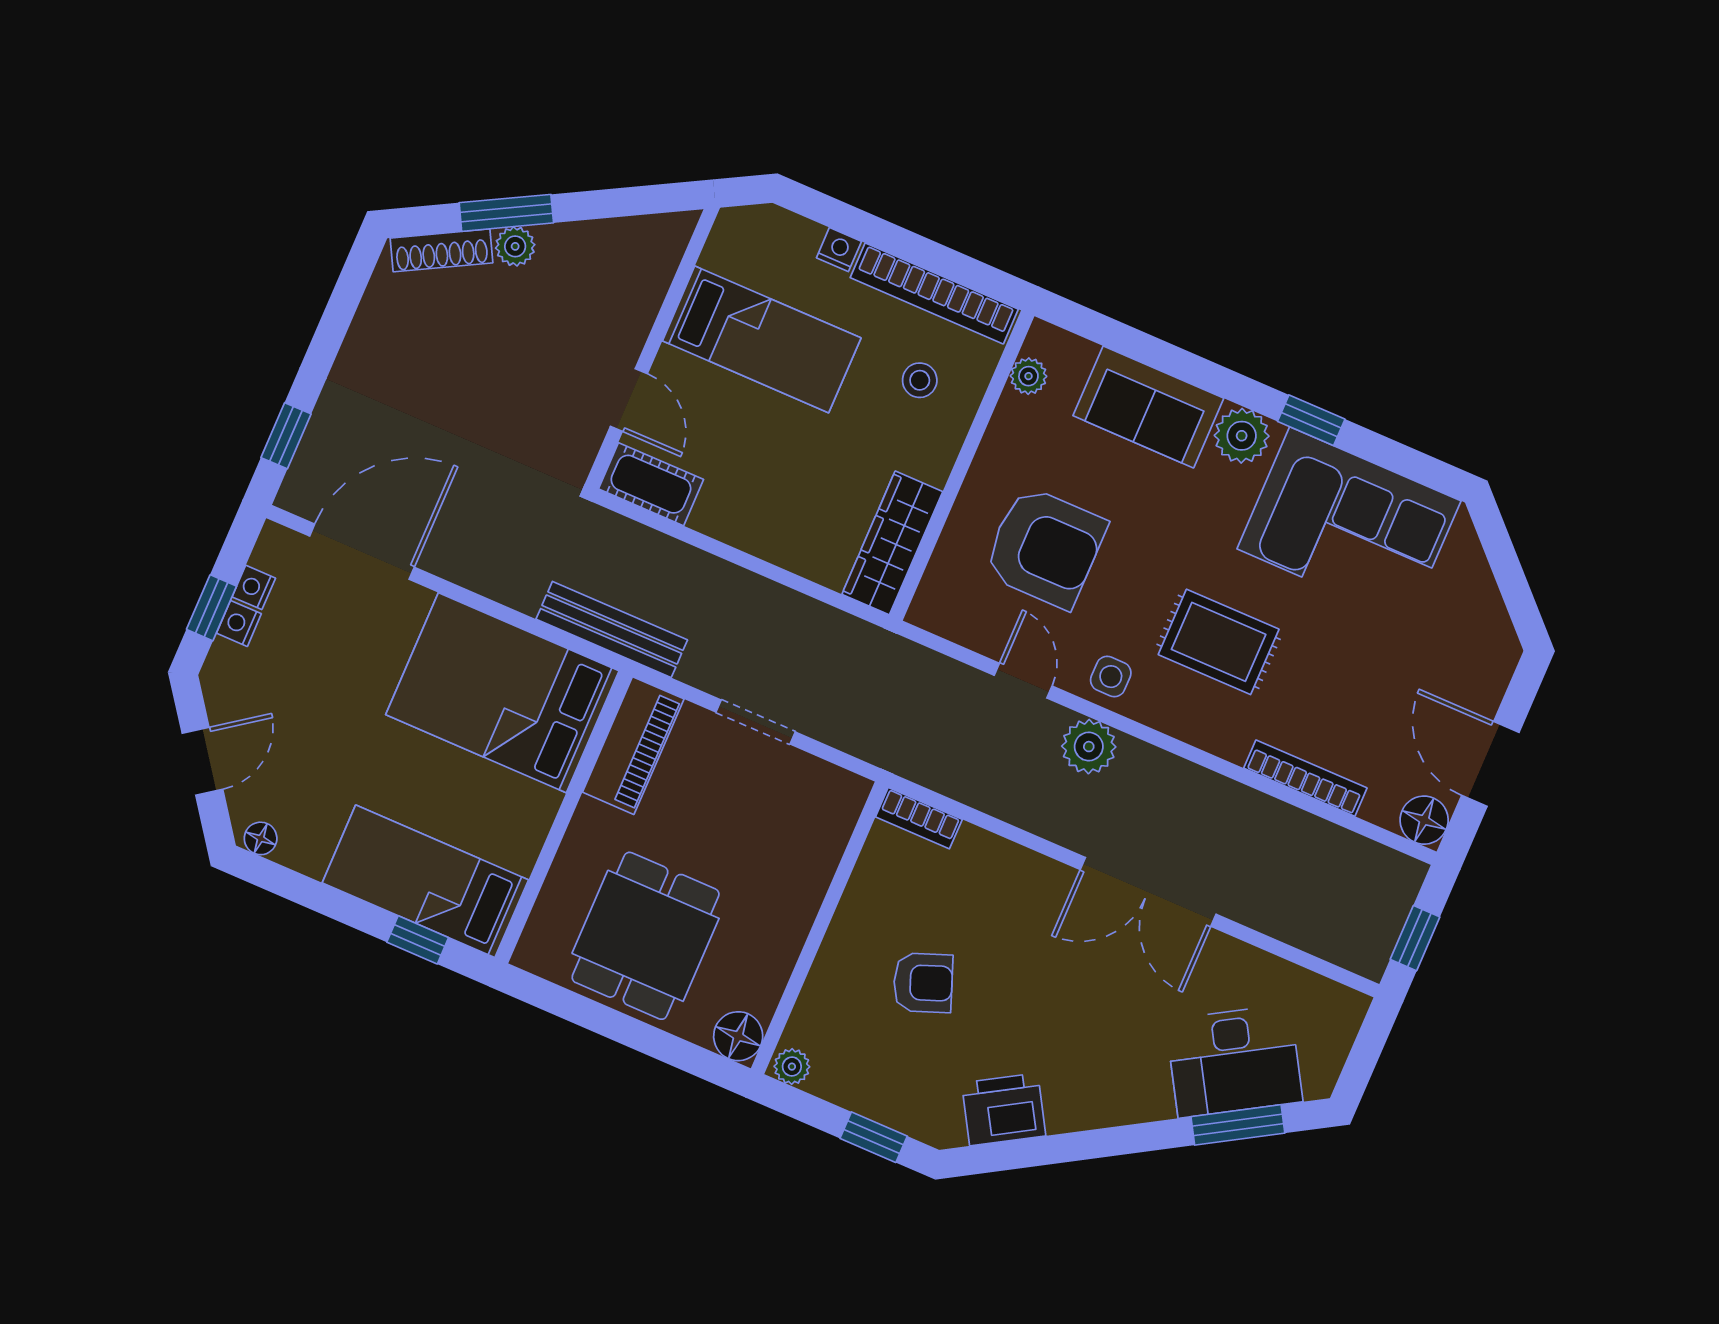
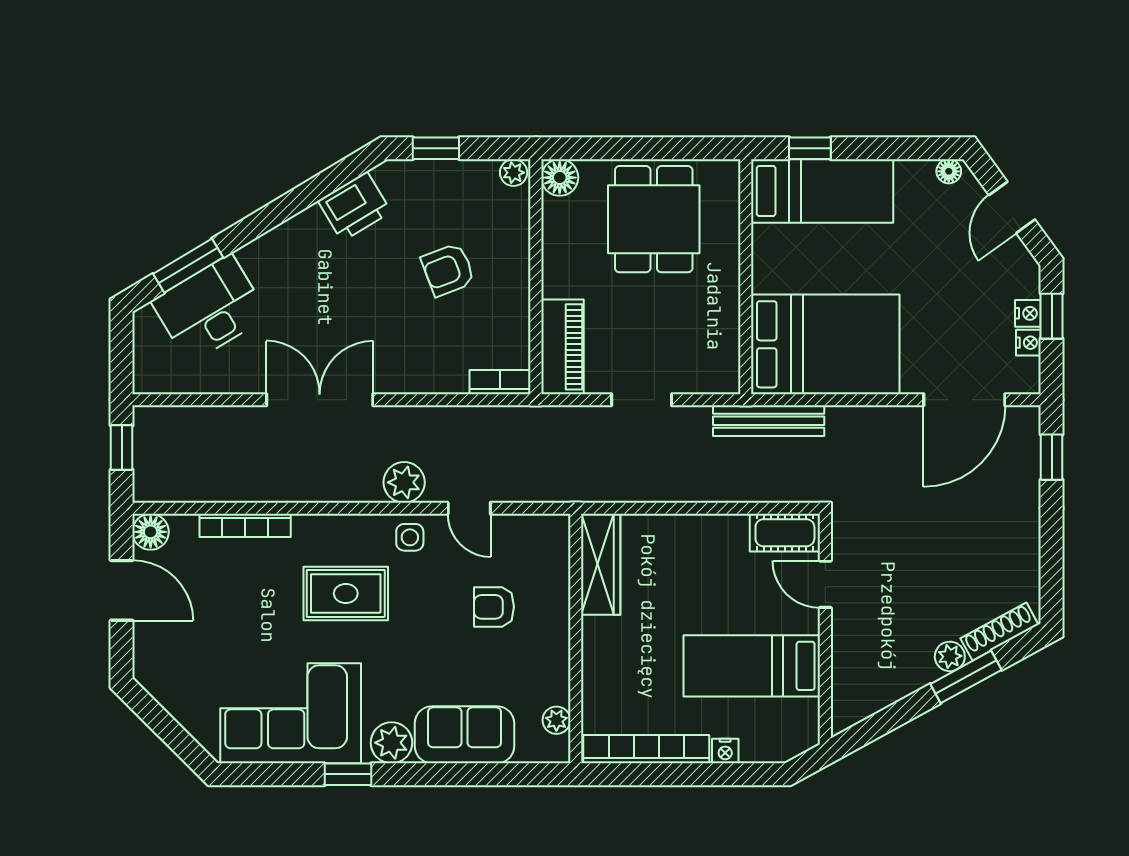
stool: (920, 380) -> (630, 685), removed
armchair: (1045, 547) -> (494, 607), width x0.53, depth x0.53
piano: (633, 746) -> (563, 347), moved, turned 180

